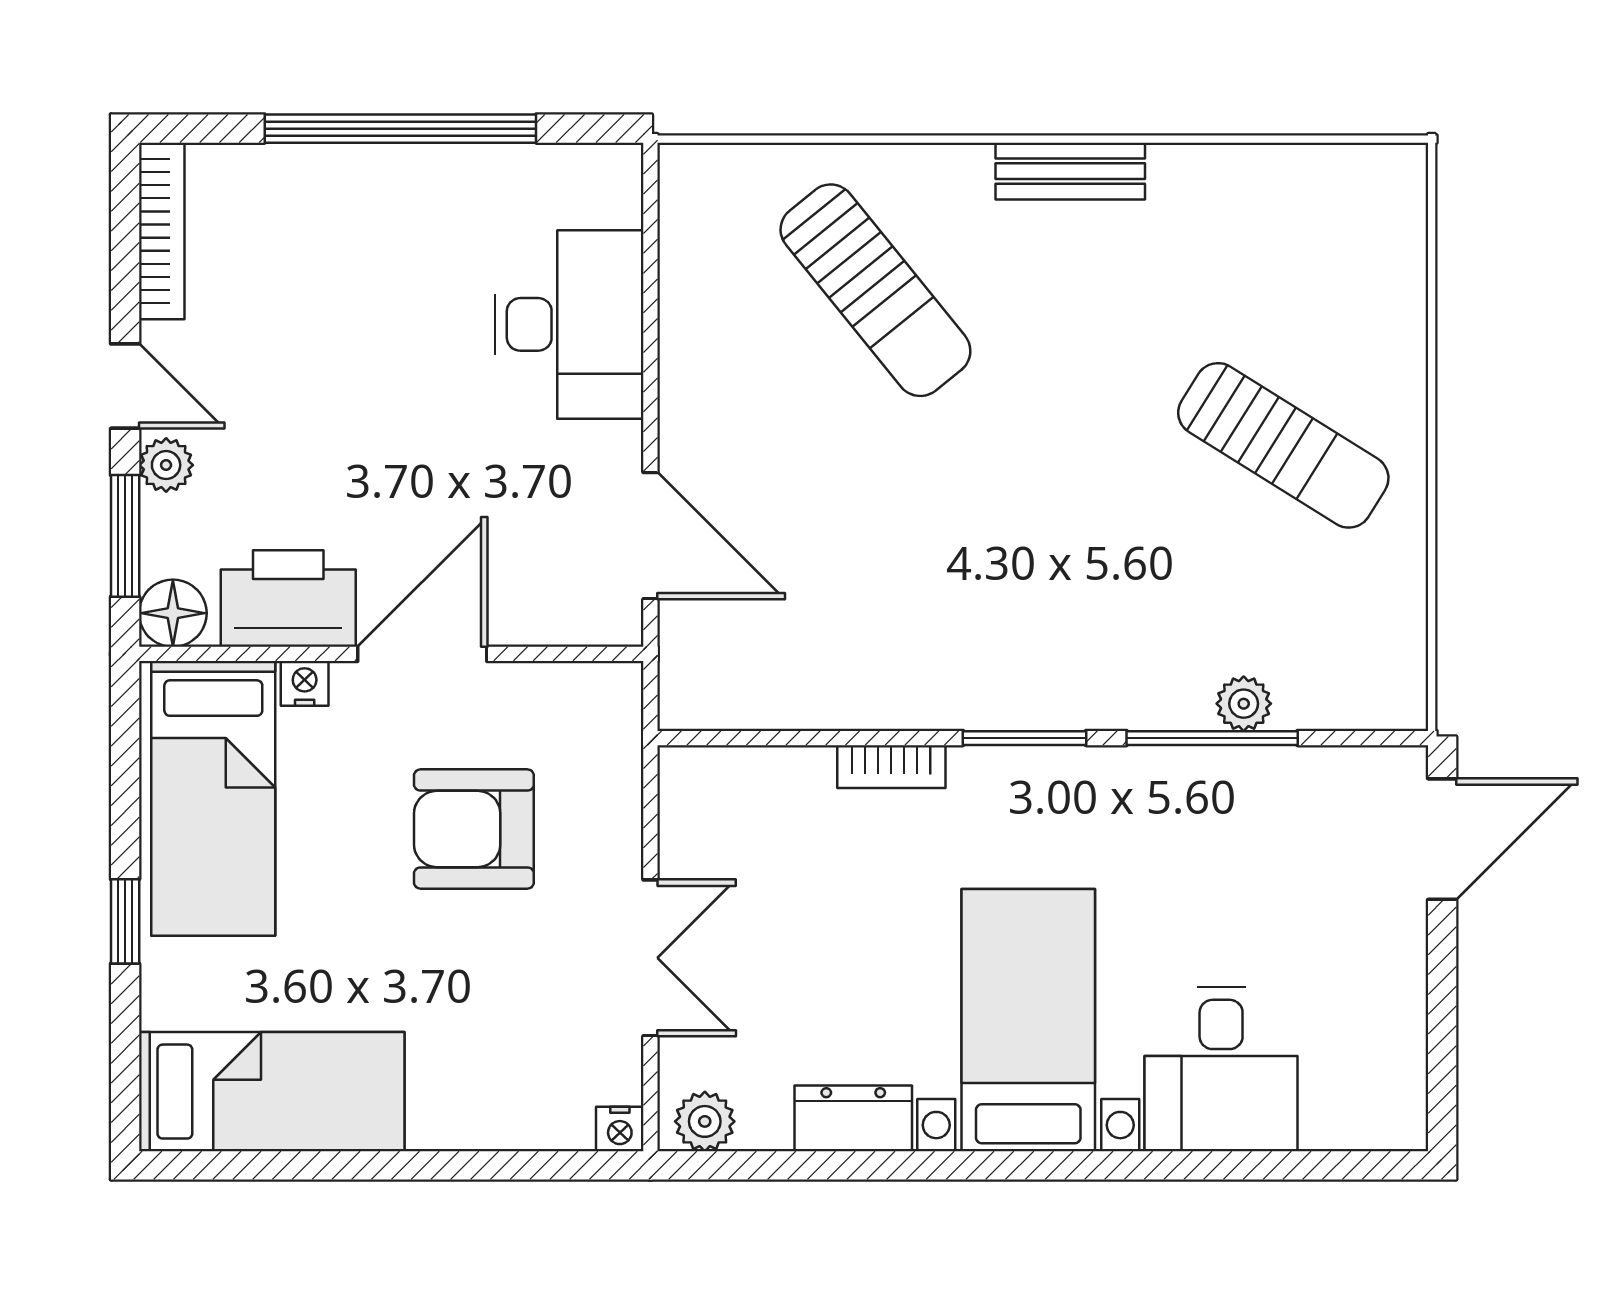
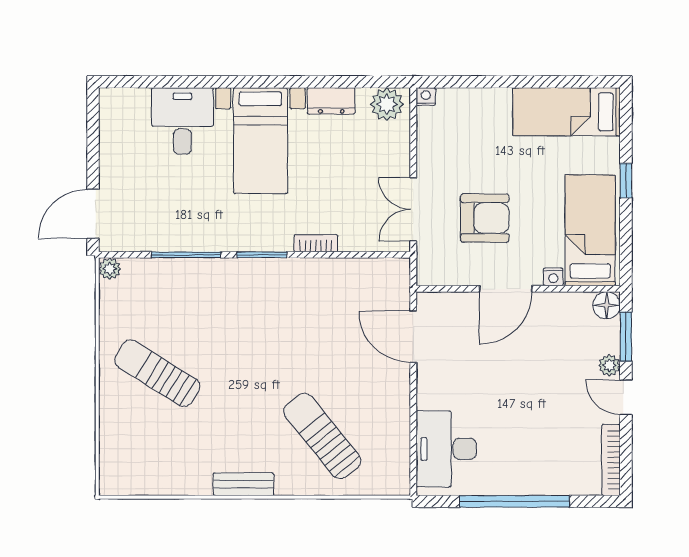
desk: (569, 324) -> (446, 449), moved
printer: (288, 599) -> (560, 311), removed
plant: (1244, 704) -> (110, 269), moved
double door: (650, 958) -> (413, 209), moved
plant: (705, 1121) -> (387, 104), width x1.38, depth x1.38

